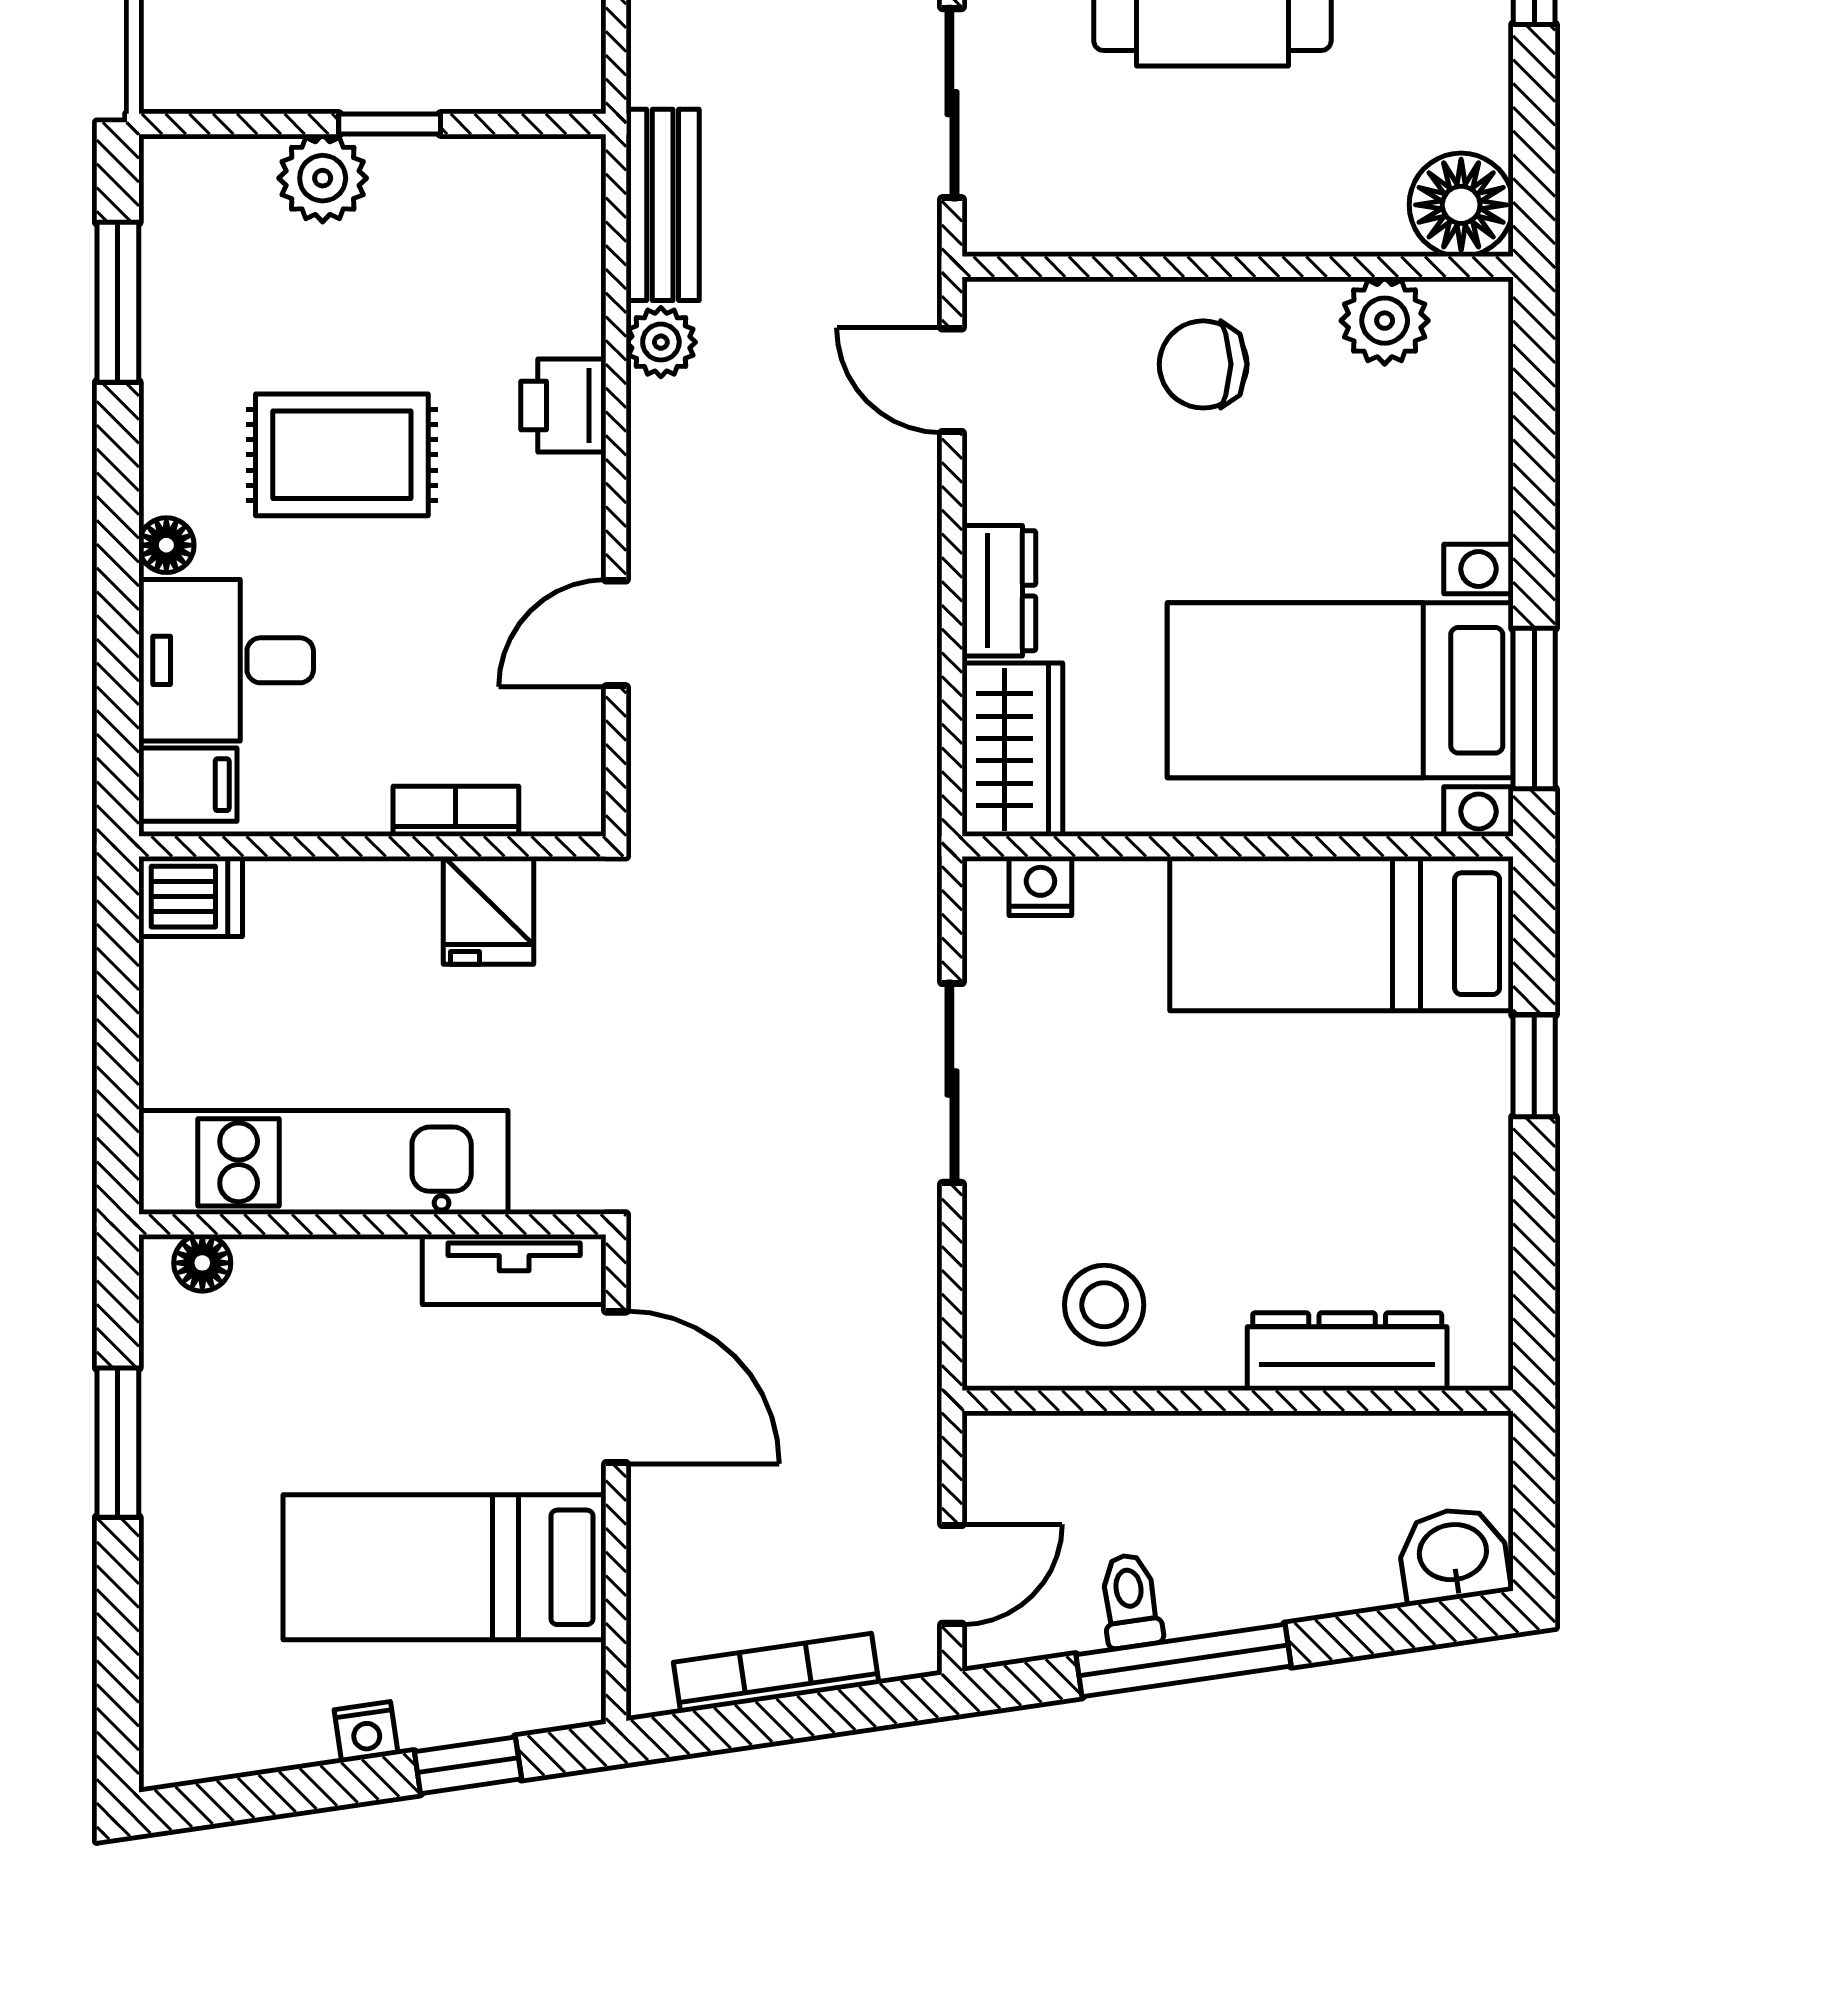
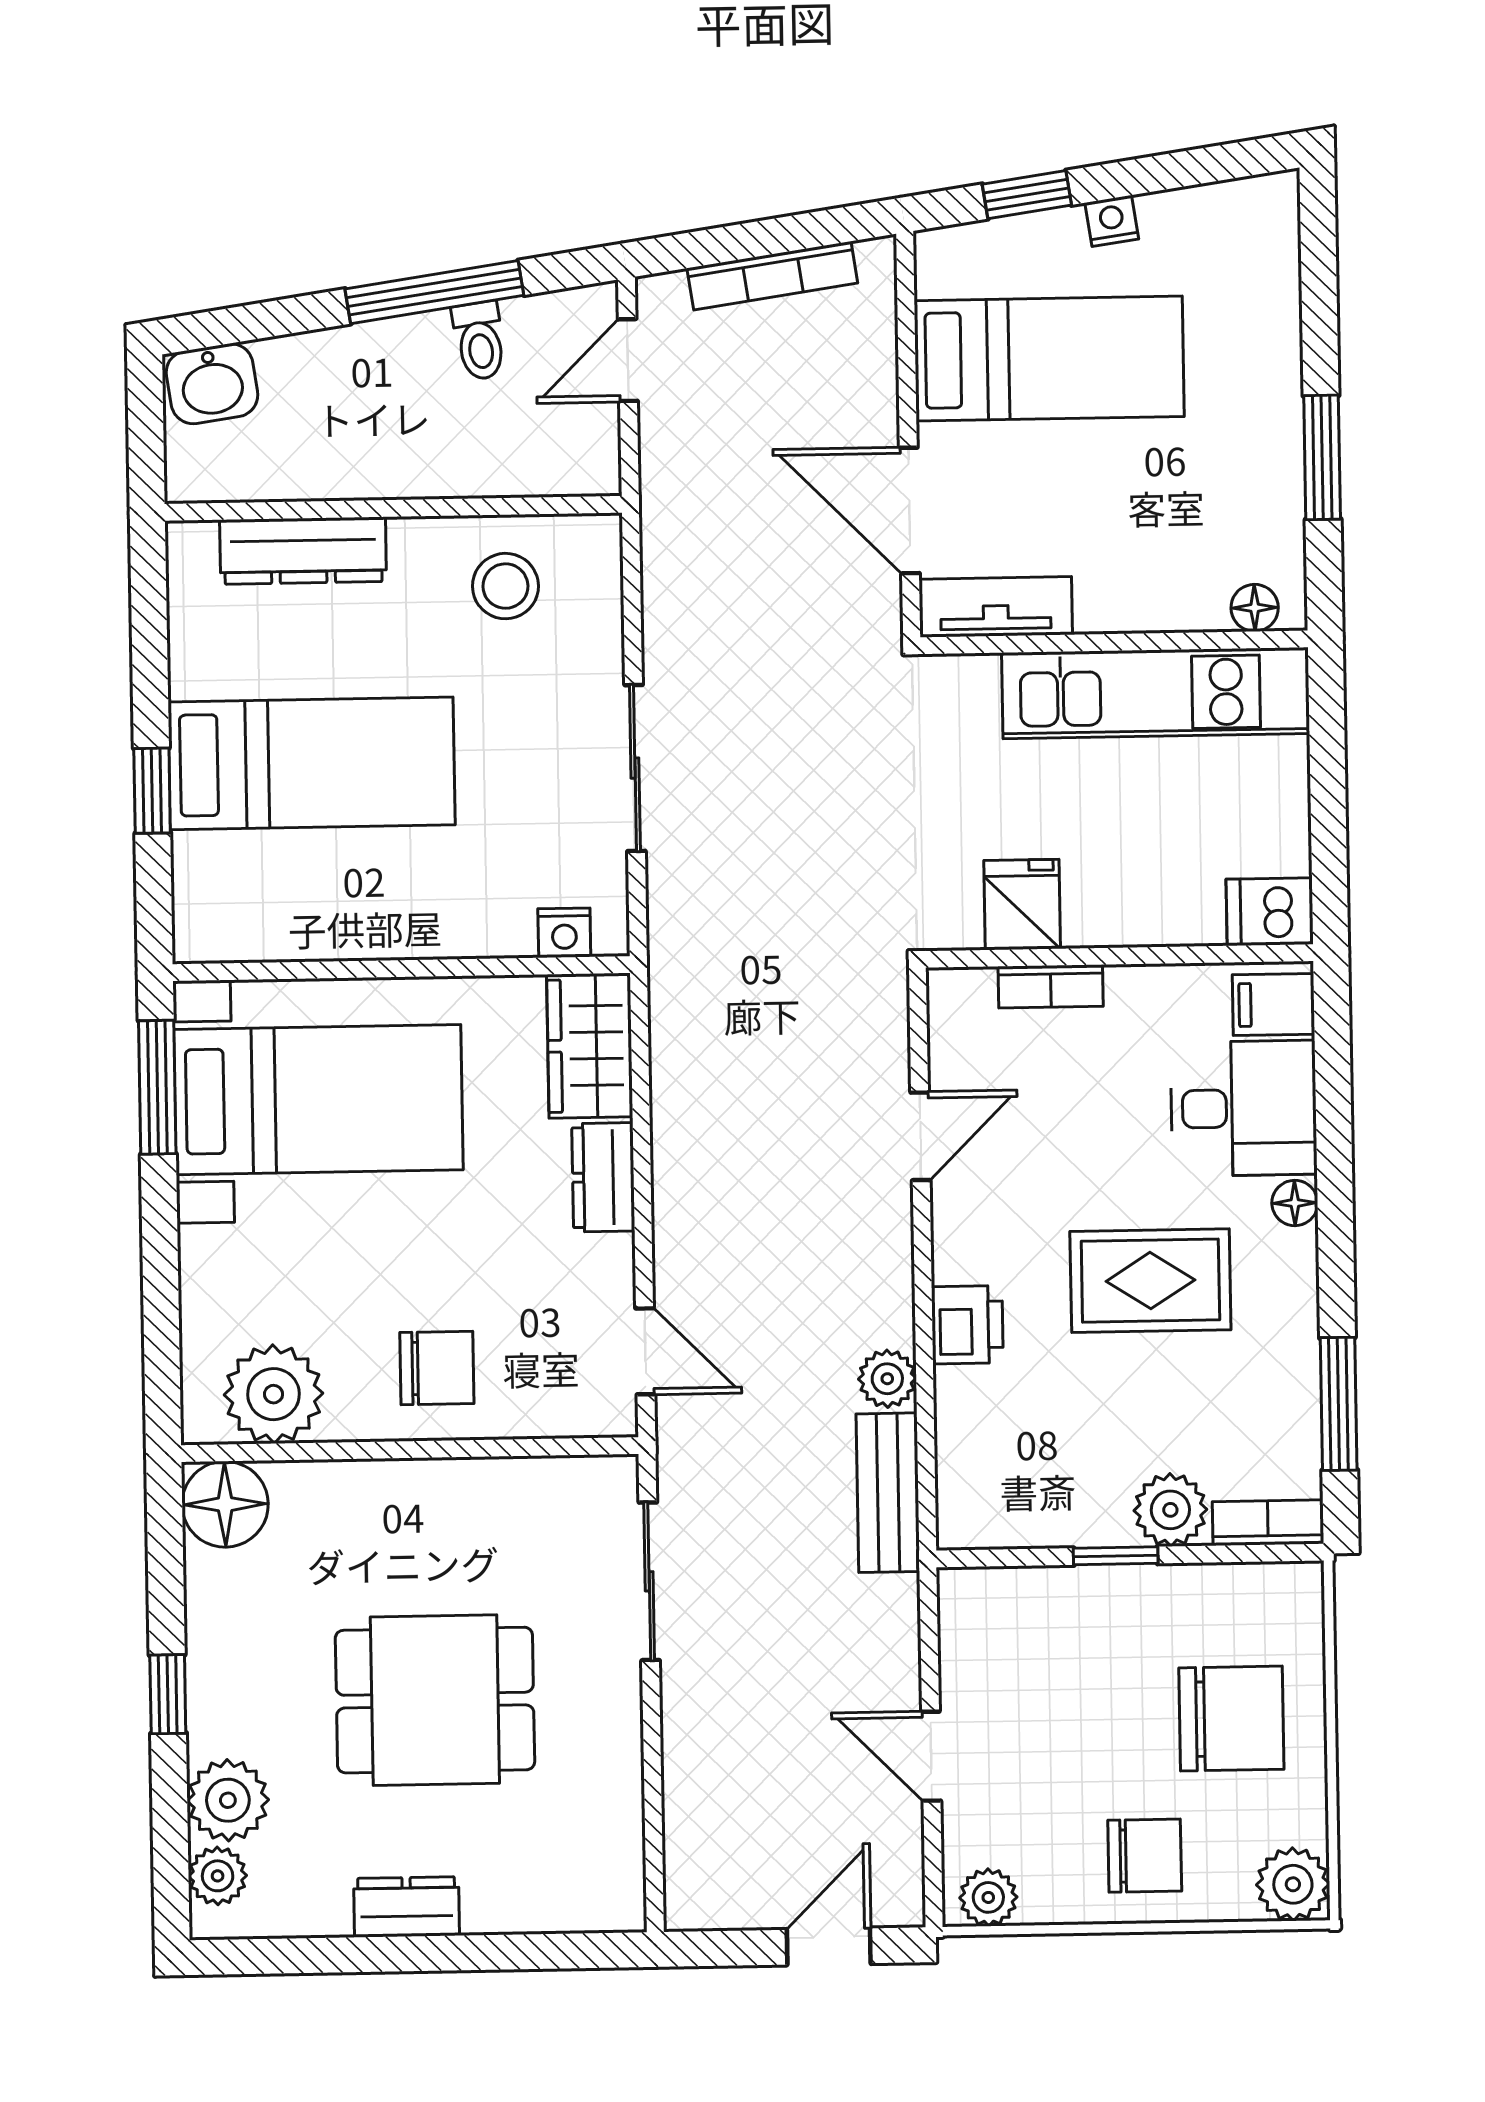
bookcase: (205, 161) -> (1268, 1523), added
plant: (1385, 321) -> (274, 1394), width x1.36, depth x1.36
bed: (1341, 934) -> (311, 763), moved

